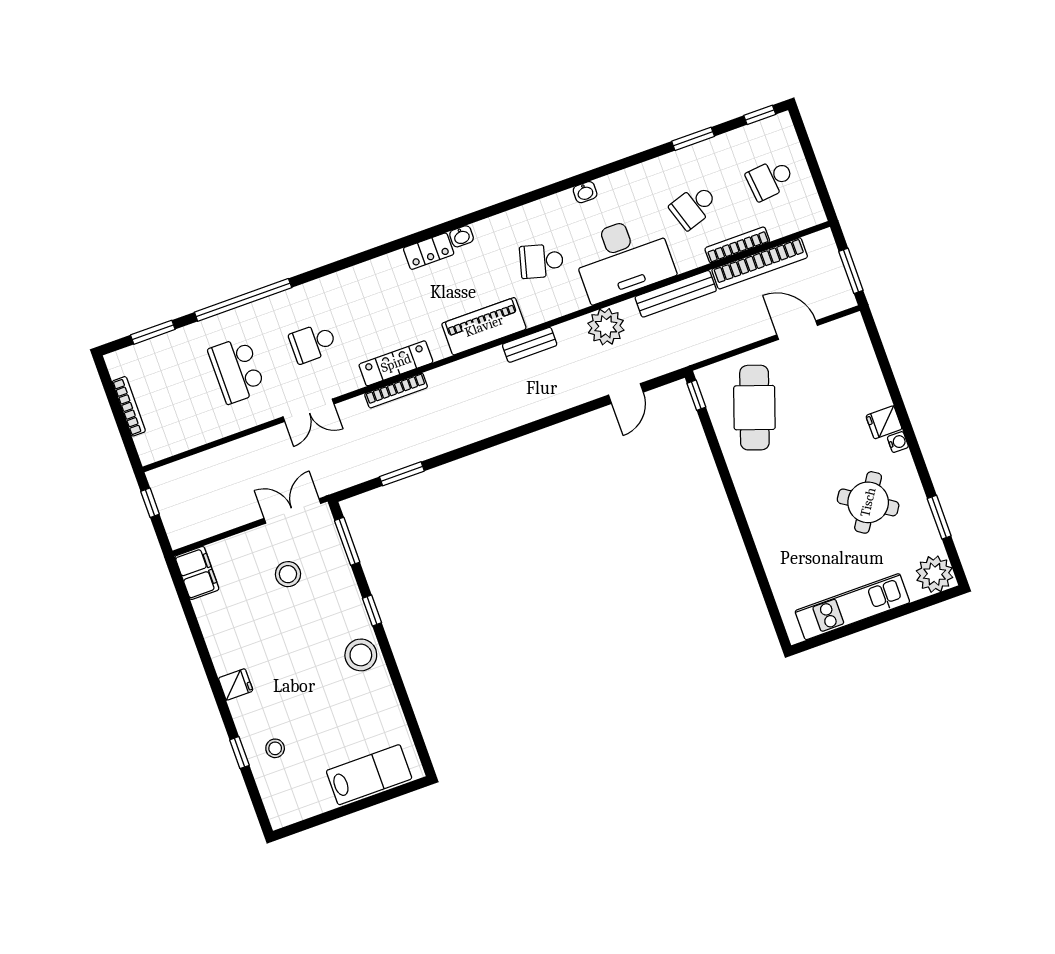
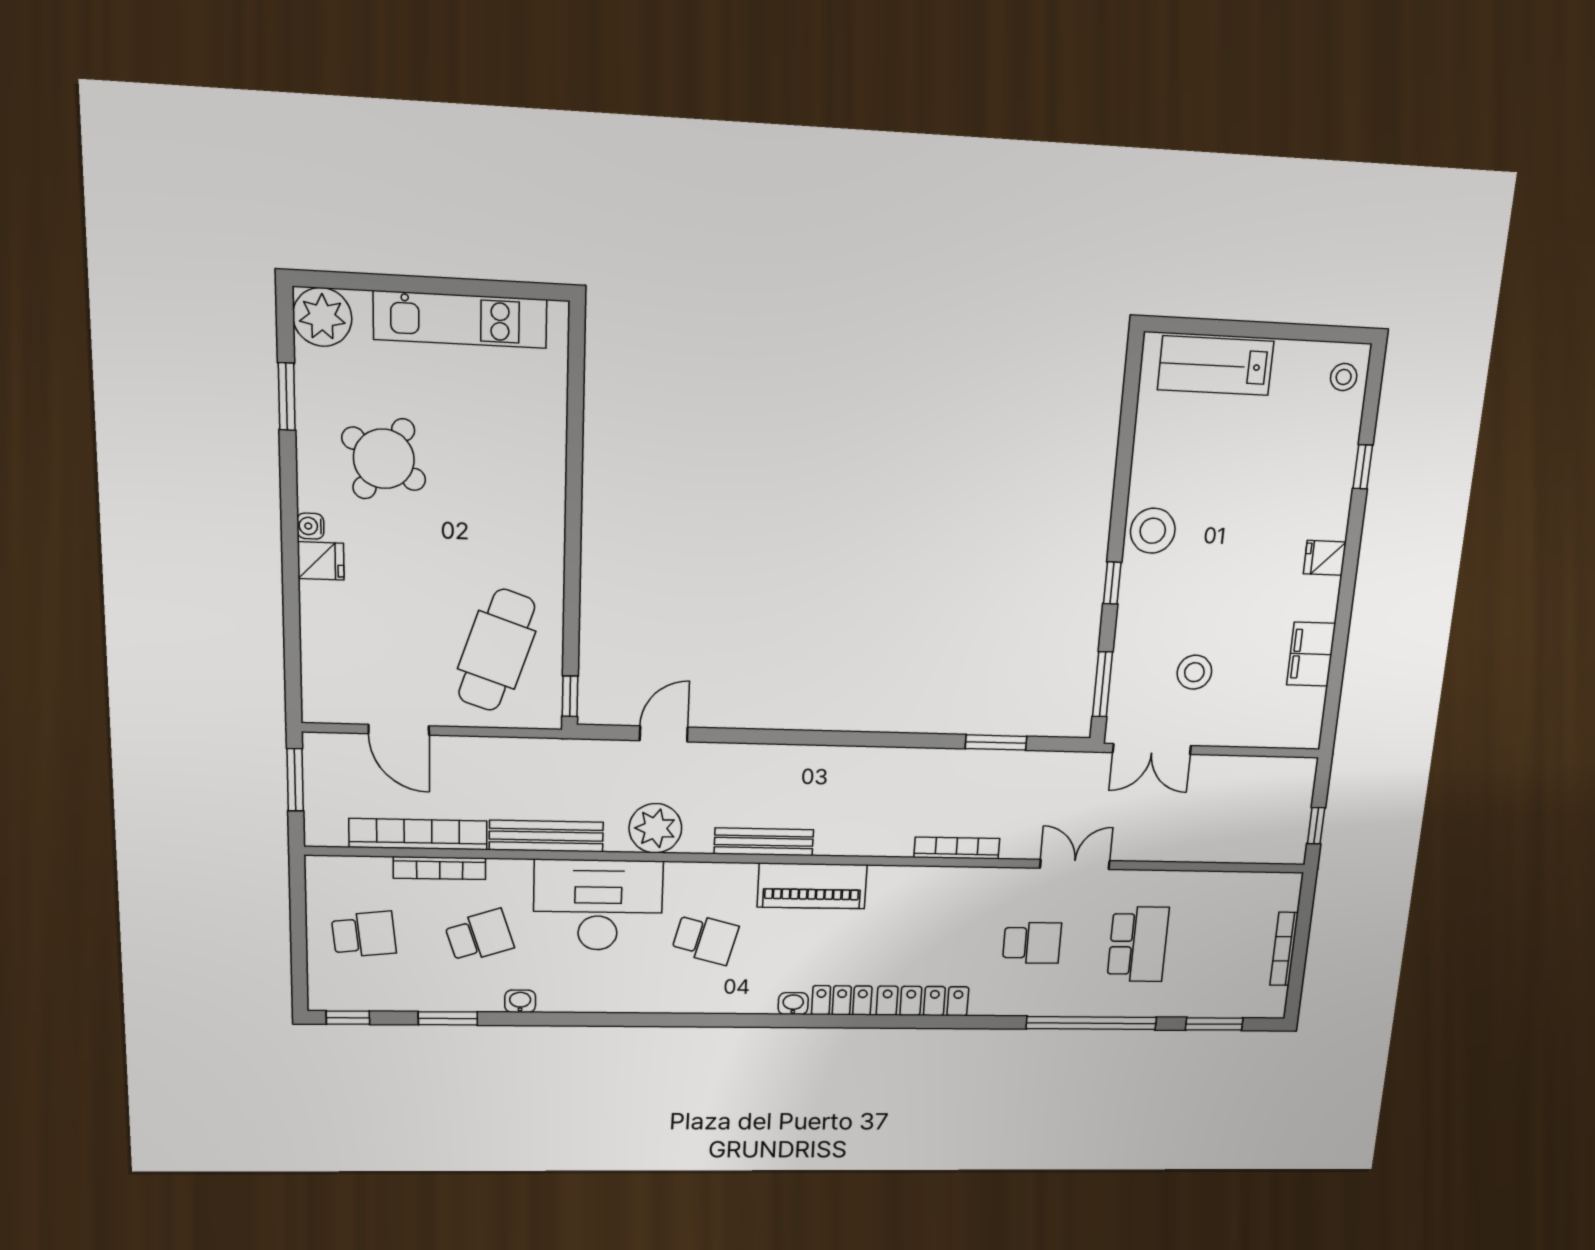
washbasin: (585, 192) -> (520, 1001), moved
bench: (530, 345) -> (764, 842), width x1.36
locker: (396, 363) -> (923, 1001), moved, turned 180
filing cabinet: (197, 573) -> (1311, 654), moved
stool: (275, 748) -> (1344, 377), moved

